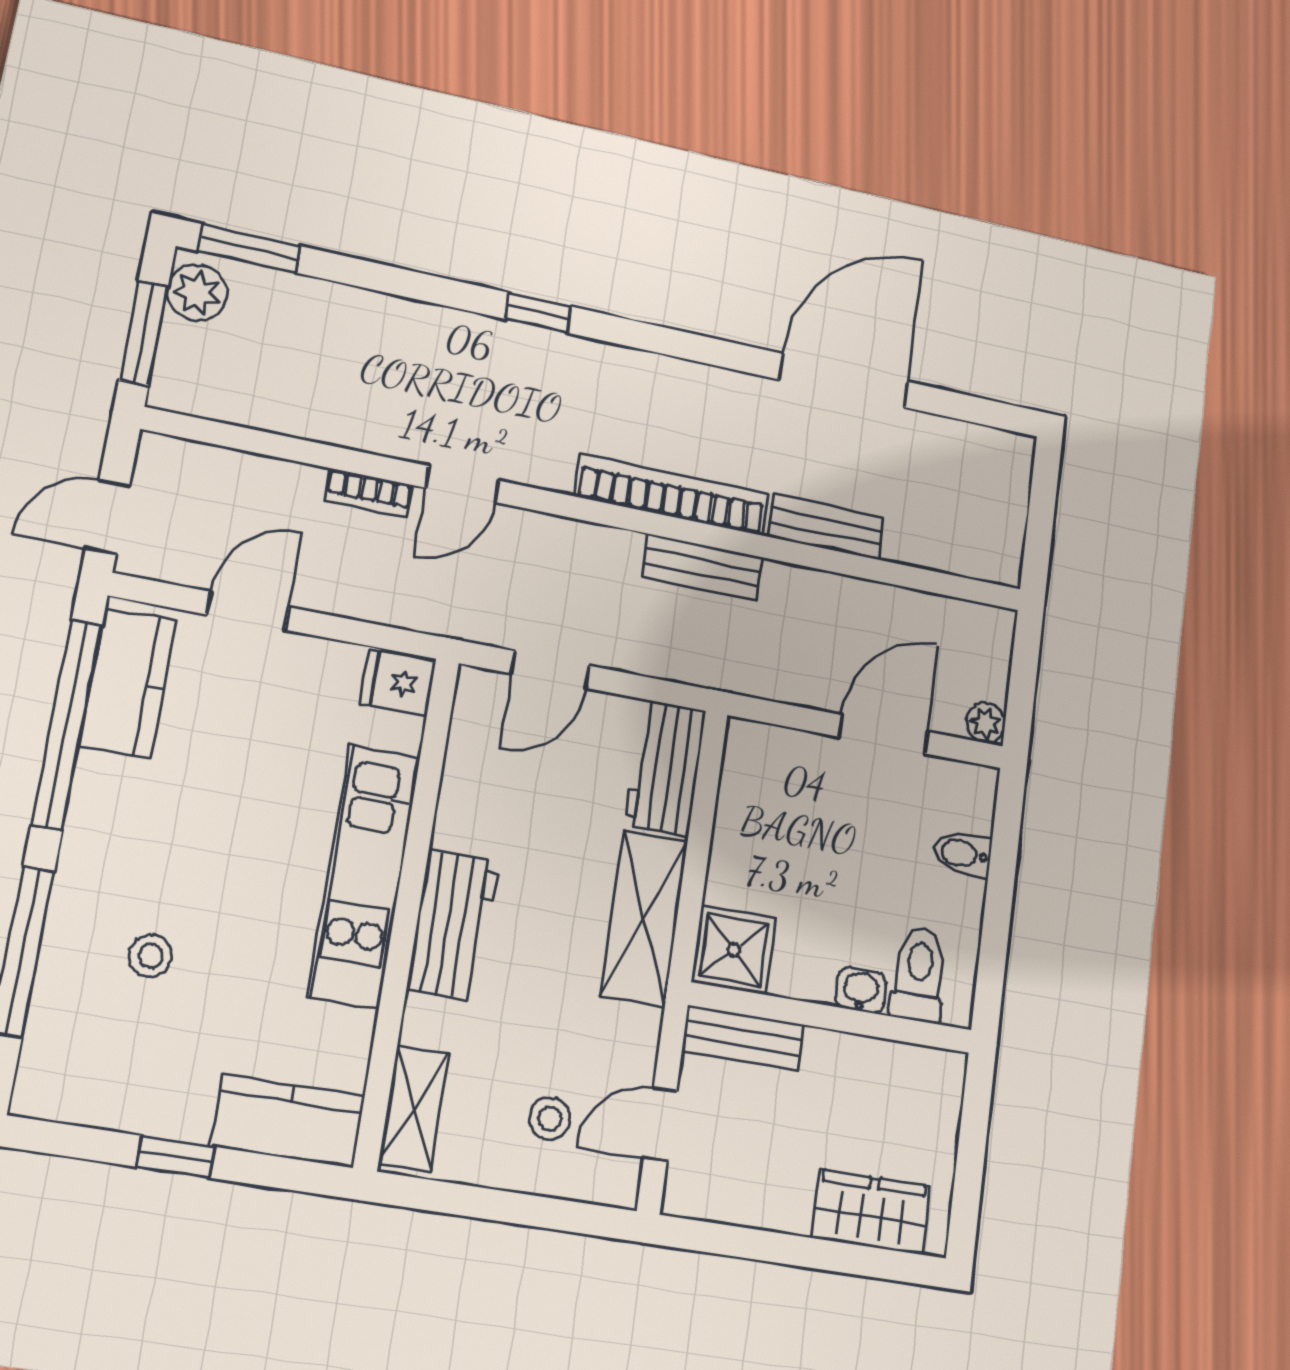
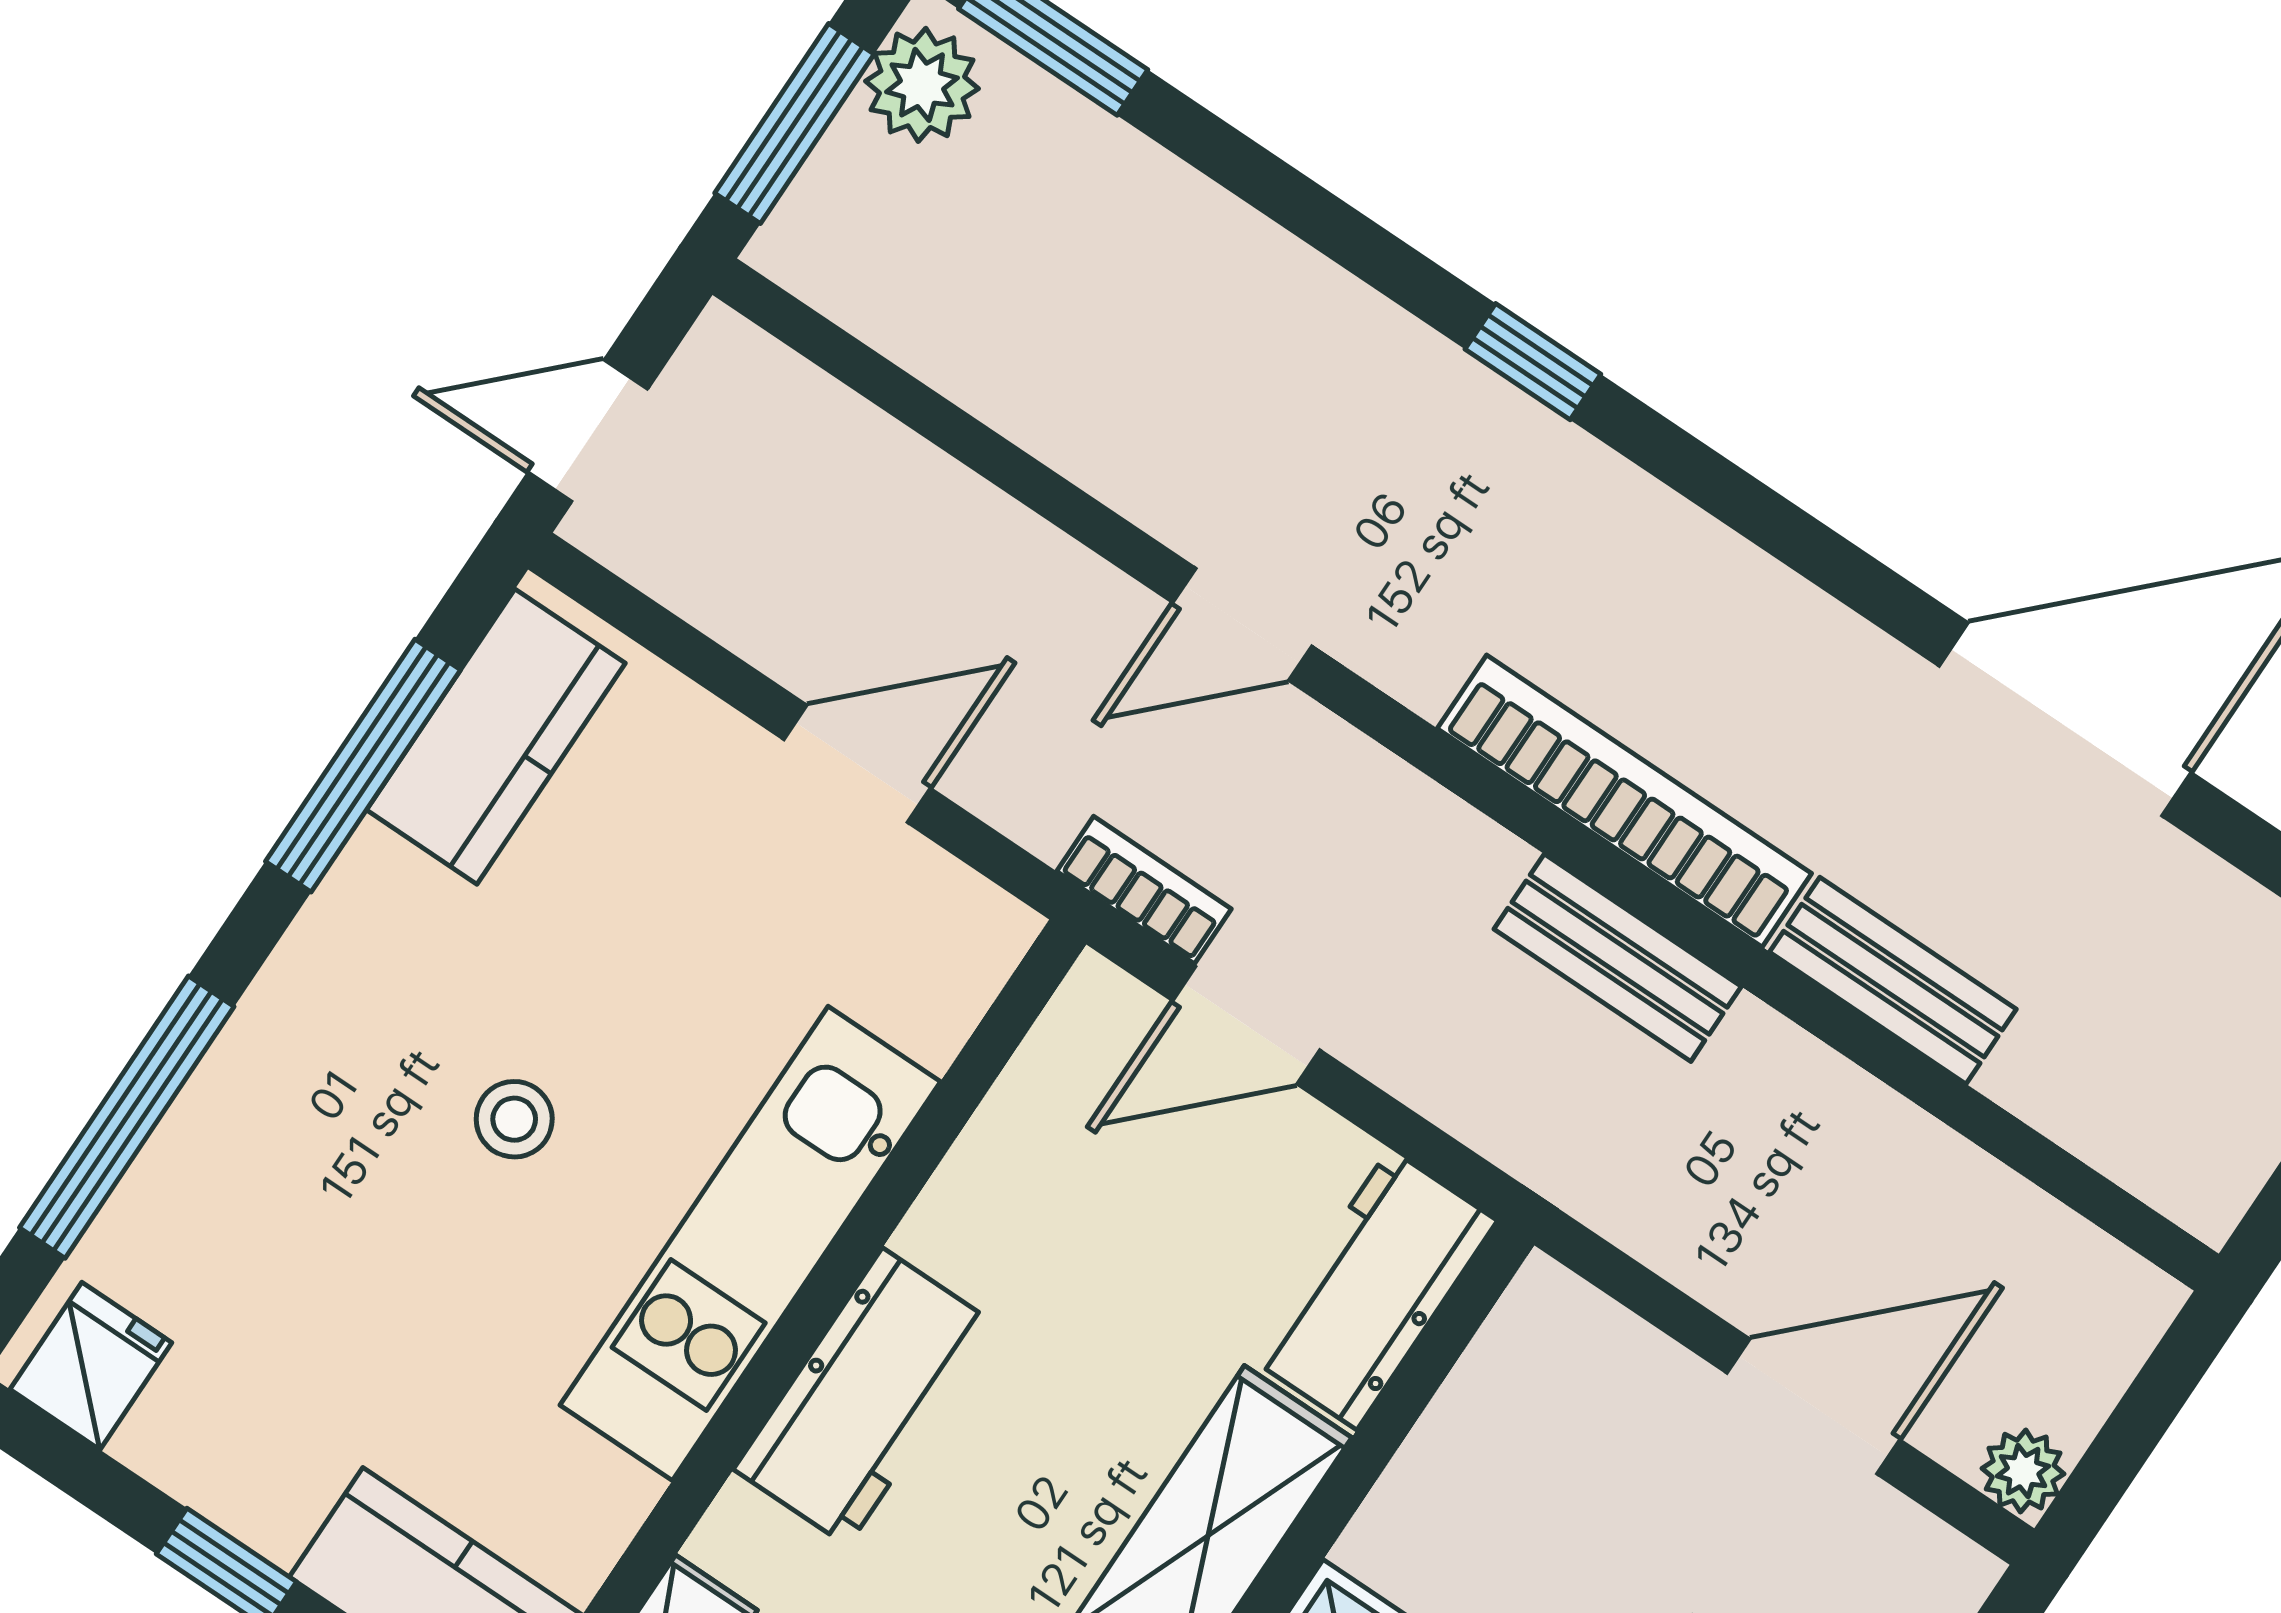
bookcase: (369, 493) -> (1144, 890), moved, turned 180
door: (248, 611) -> (857, 764), moved
fridge: (398, 683) -> (91, 1366), moved, turned 90
window: (67, 725) -> (363, 766), width x0.68
stool: (151, 956) -> (514, 1119), moved

